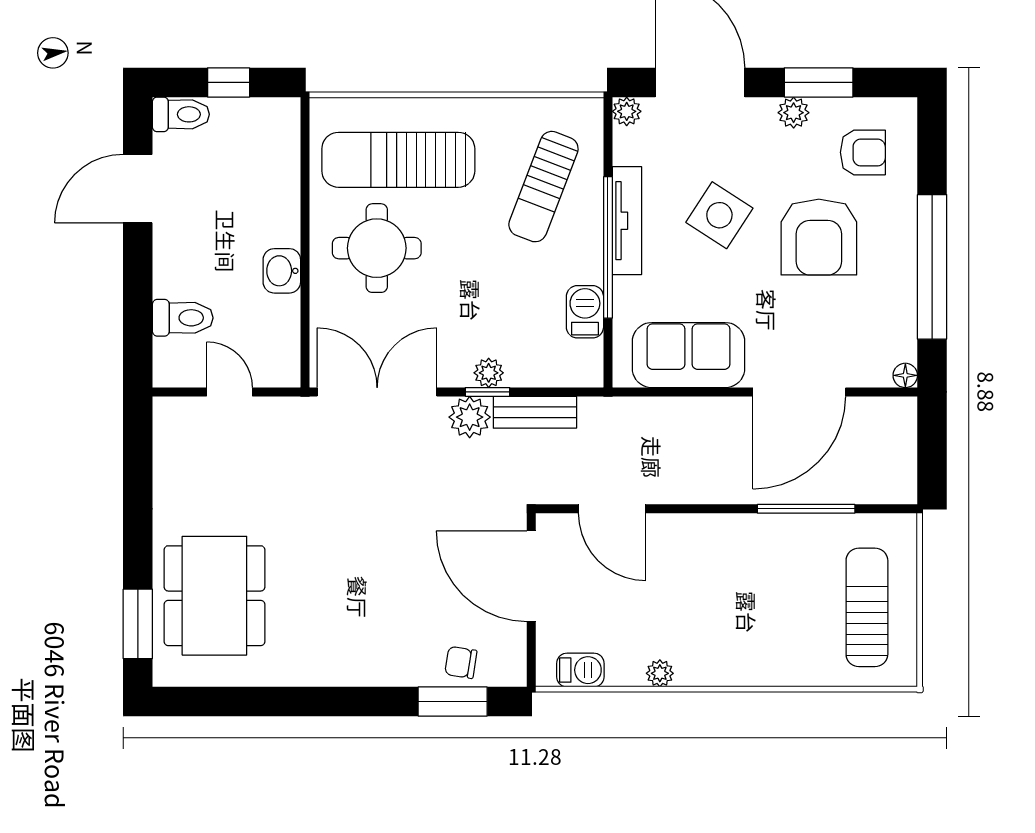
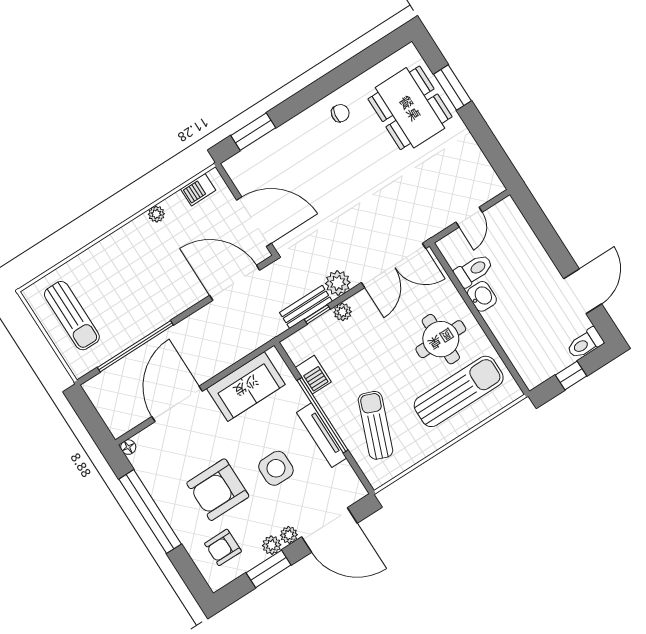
plant: (627, 111) -> (289, 535), moved
side table: (719, 215) -> (276, 468), turned -33
armchair: (819, 237) -> (218, 490), turned -90
toilet: (183, 318) -> (474, 270), moved, turned 180
door: (230, 392) -> (469, 217), hinge flipped
window: (488, 392) -> (317, 314), moved
door: (612, 509) -> (235, 283), width x1.36
window: (806, 509) -> (135, 346), width x1.46
window: (138, 624) -> (452, 88), moved
chair: (461, 662) -> (340, 113), moved

